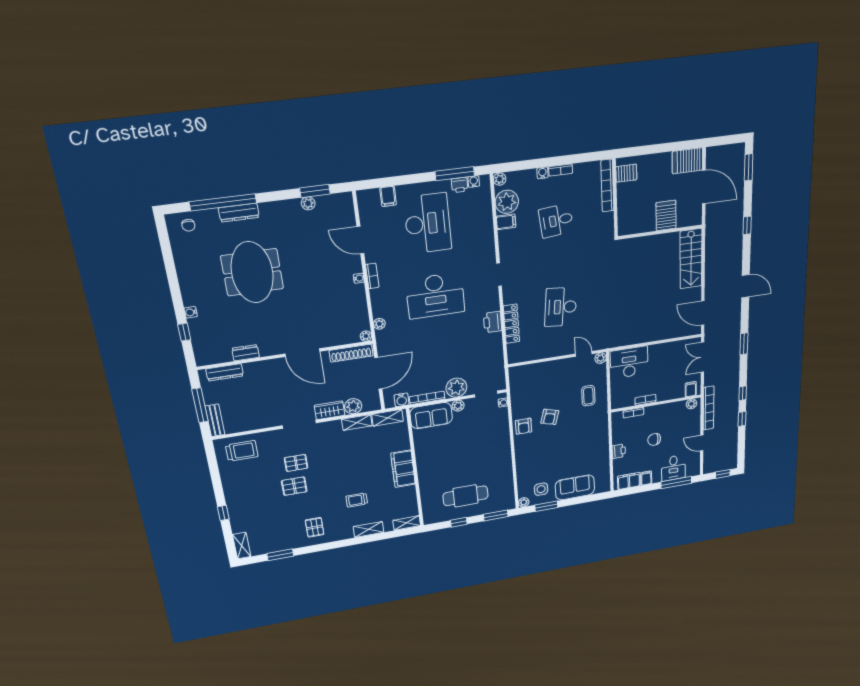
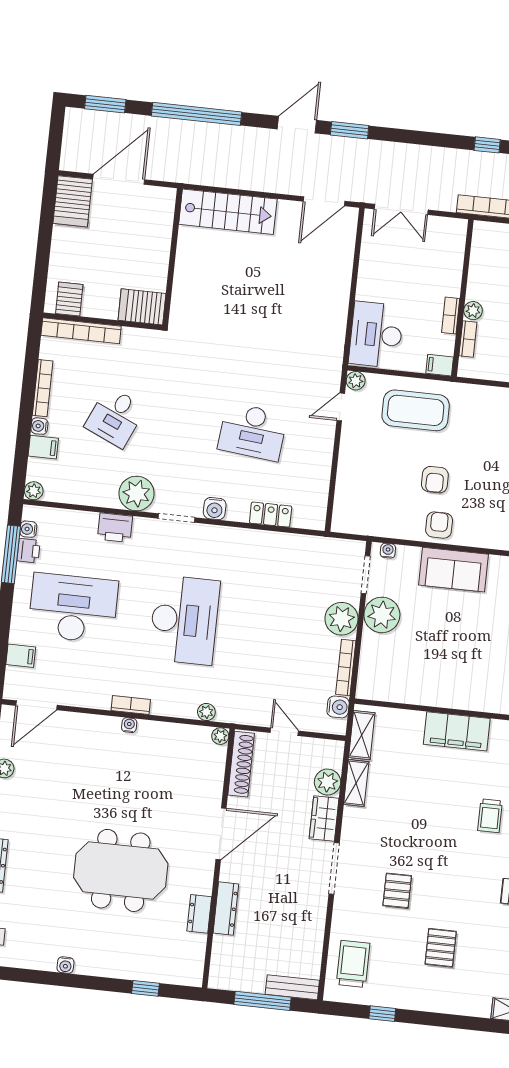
bookcase: (561, 170) -> (43, 388), width x1.56
plant: (507, 202) -> (137, 493), moved
server rack: (666, 215) -> (142, 307), moved
desk: (556, 221) -> (115, 417), turned 30
filing cabinet: (506, 222) -> (43, 447), moved, turned 90
window: (747, 225) -> (197, 114), width x3.17
door: (360, 240) -> (36, 705), moved
meeting table: (252, 272) -> (121, 870), moved
water cooler: (509, 296) -> (215, 509), added
water cooler: (191, 312) -> (65, 965), moved
printer: (493, 322) -> (115, 528), moved
locker: (511, 324) -> (271, 515), width x0.66
window: (744, 344) -> (350, 130), moved
dresser: (225, 372) -> (226, 908), moved
door: (378, 373) -> (284, 732), width x0.53
filing cabinet: (691, 389) -> (440, 365), moved
coffee table: (588, 396) -> (416, 410), width x1.86, depth x1.72
plant: (691, 404) -> (473, 311), moved
plant: (458, 406) -> (382, 615), width x1.88, depth x1.88
sofa: (431, 416) -> (454, 570), moved, turned 90
armchair: (550, 417) -> (435, 480), turned 74
armchair: (524, 426) -> (439, 525), turned -90
pallet: (294, 486) -> (441, 948), moved
window: (223, 513) -> (382, 1014), moved

